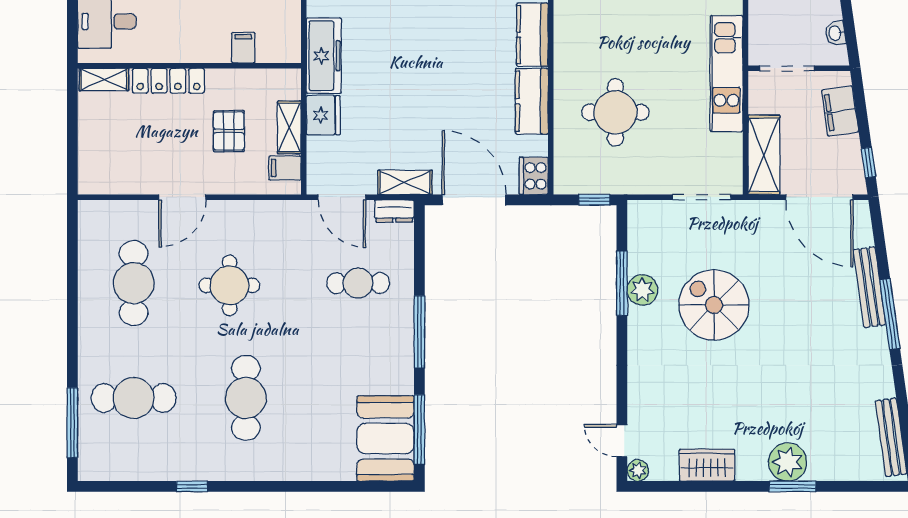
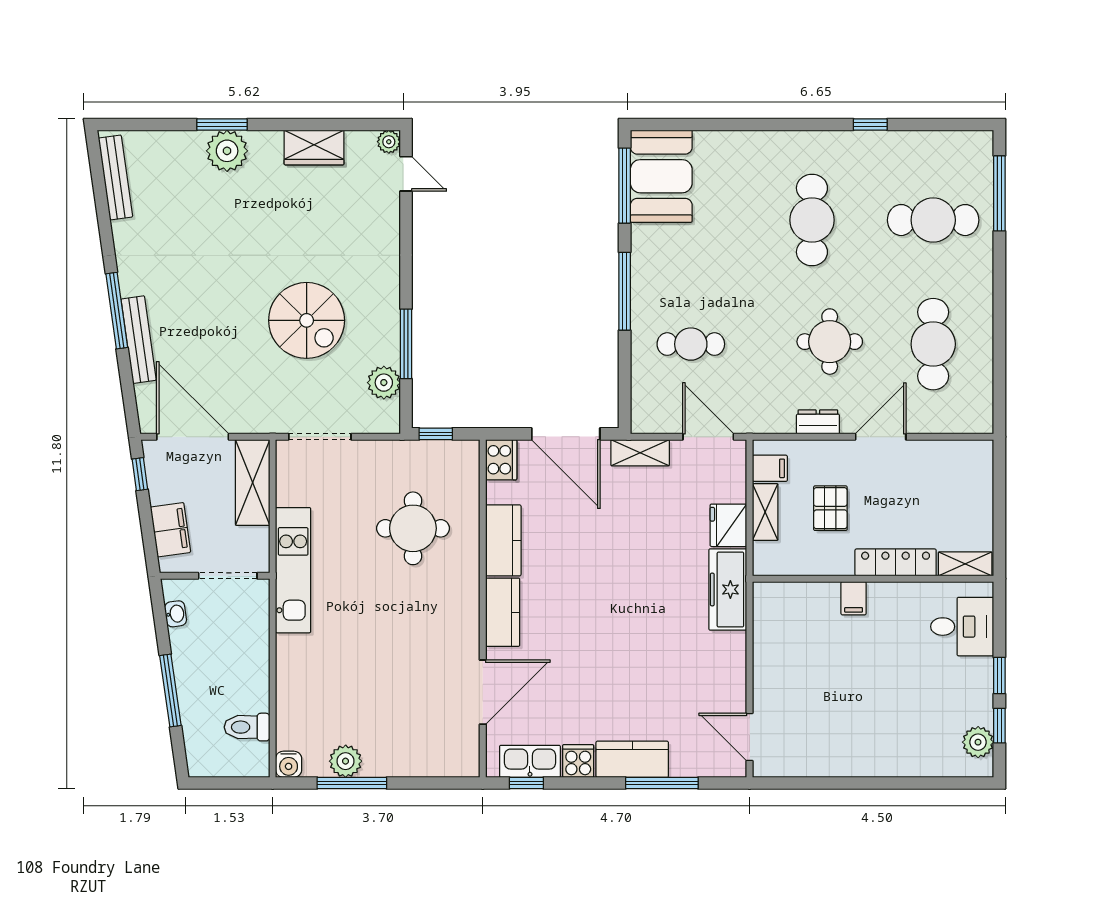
filing cabinet: (243, 48) -> (854, 598), moved
dresser: (394, 211) -> (818, 422), moved
plant: (642, 290) -> (384, 383), moved

